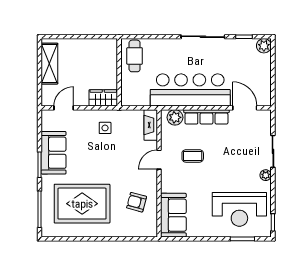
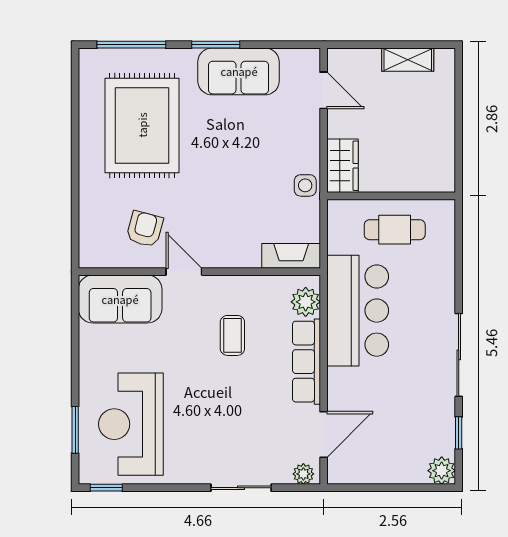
cafe table: (135, 56) -> (395, 230), moved
shelving: (49, 64) -> (408, 60), width x0.67, depth x0.75
bar counter: (190, 90) -> (358, 311), width x0.73
side table: (105, 128) -> (305, 185), moved
door: (159, 160) -> (184, 272), moved
plant: (266, 175) -> (303, 474), moved

